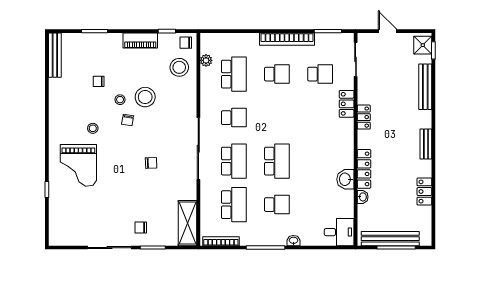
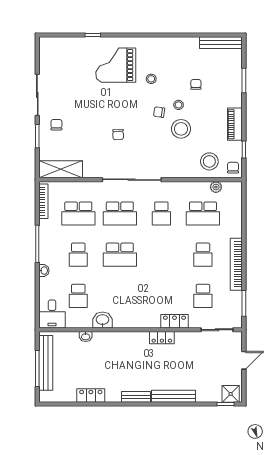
bench: (425, 87) -> (173, 396), moved
locker: (364, 169) -> (112, 338), removed
school desk: (320, 205) -> (78, 296), added

